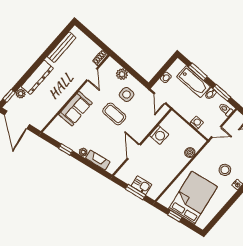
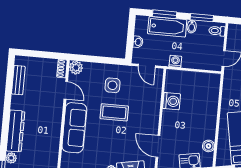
bench: (62, 47) -> (18, 80), width x0.73
plant: (122, 74) -> (76, 68), moved
sofa: (75, 109) -> (74, 128), width x1.36
washing machine: (197, 123) -> (175, 61), moved
door: (134, 152) -> (158, 146), moved
boiler: (190, 153) -> (208, 146), moved

